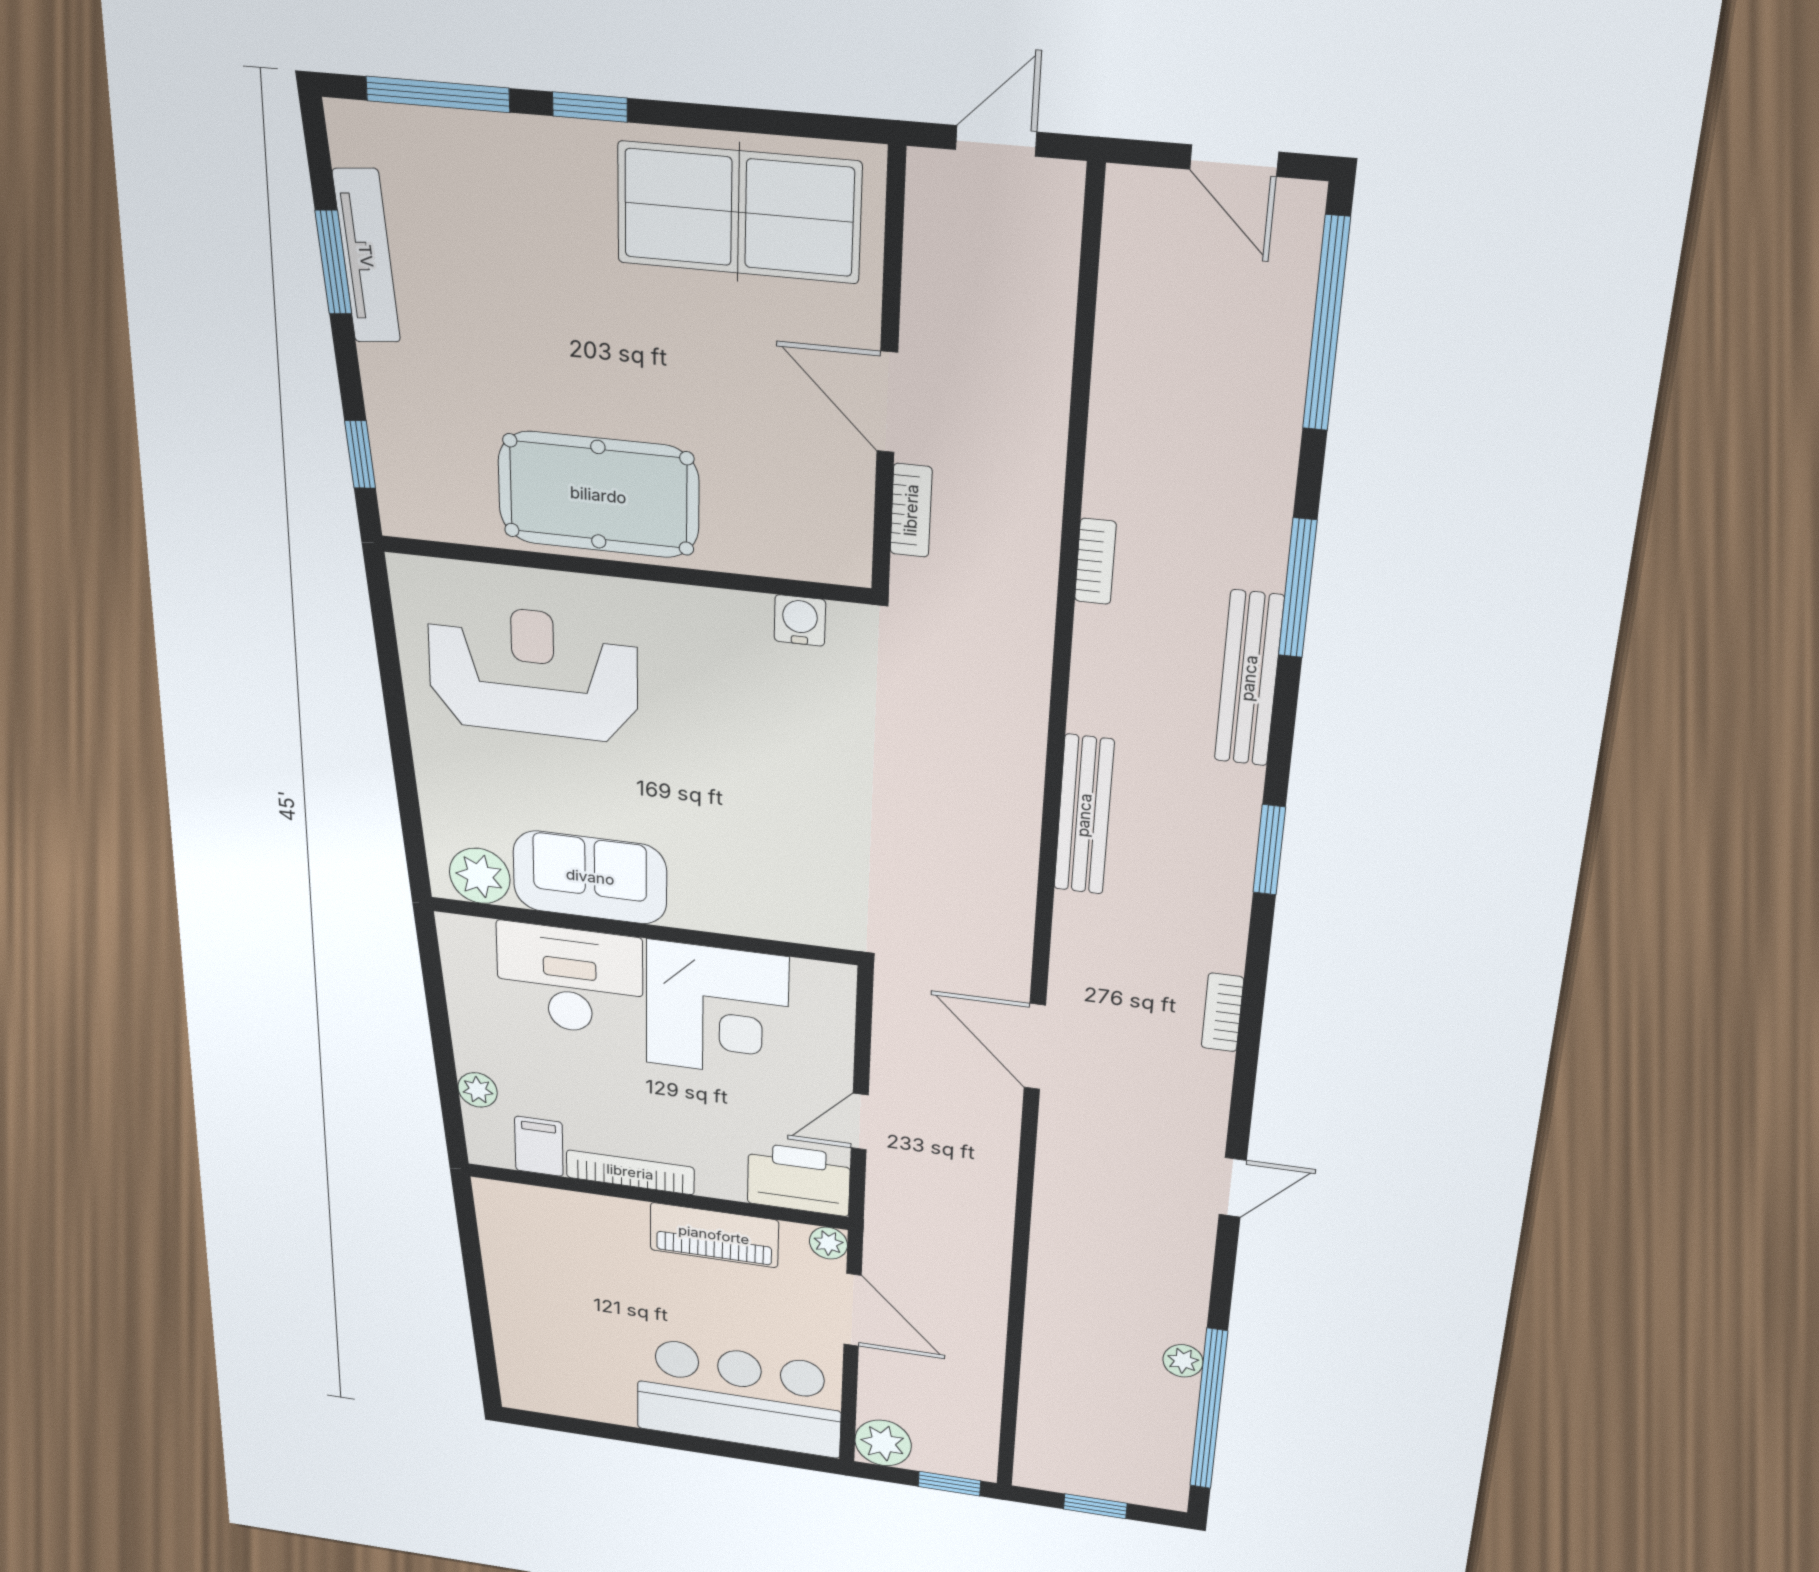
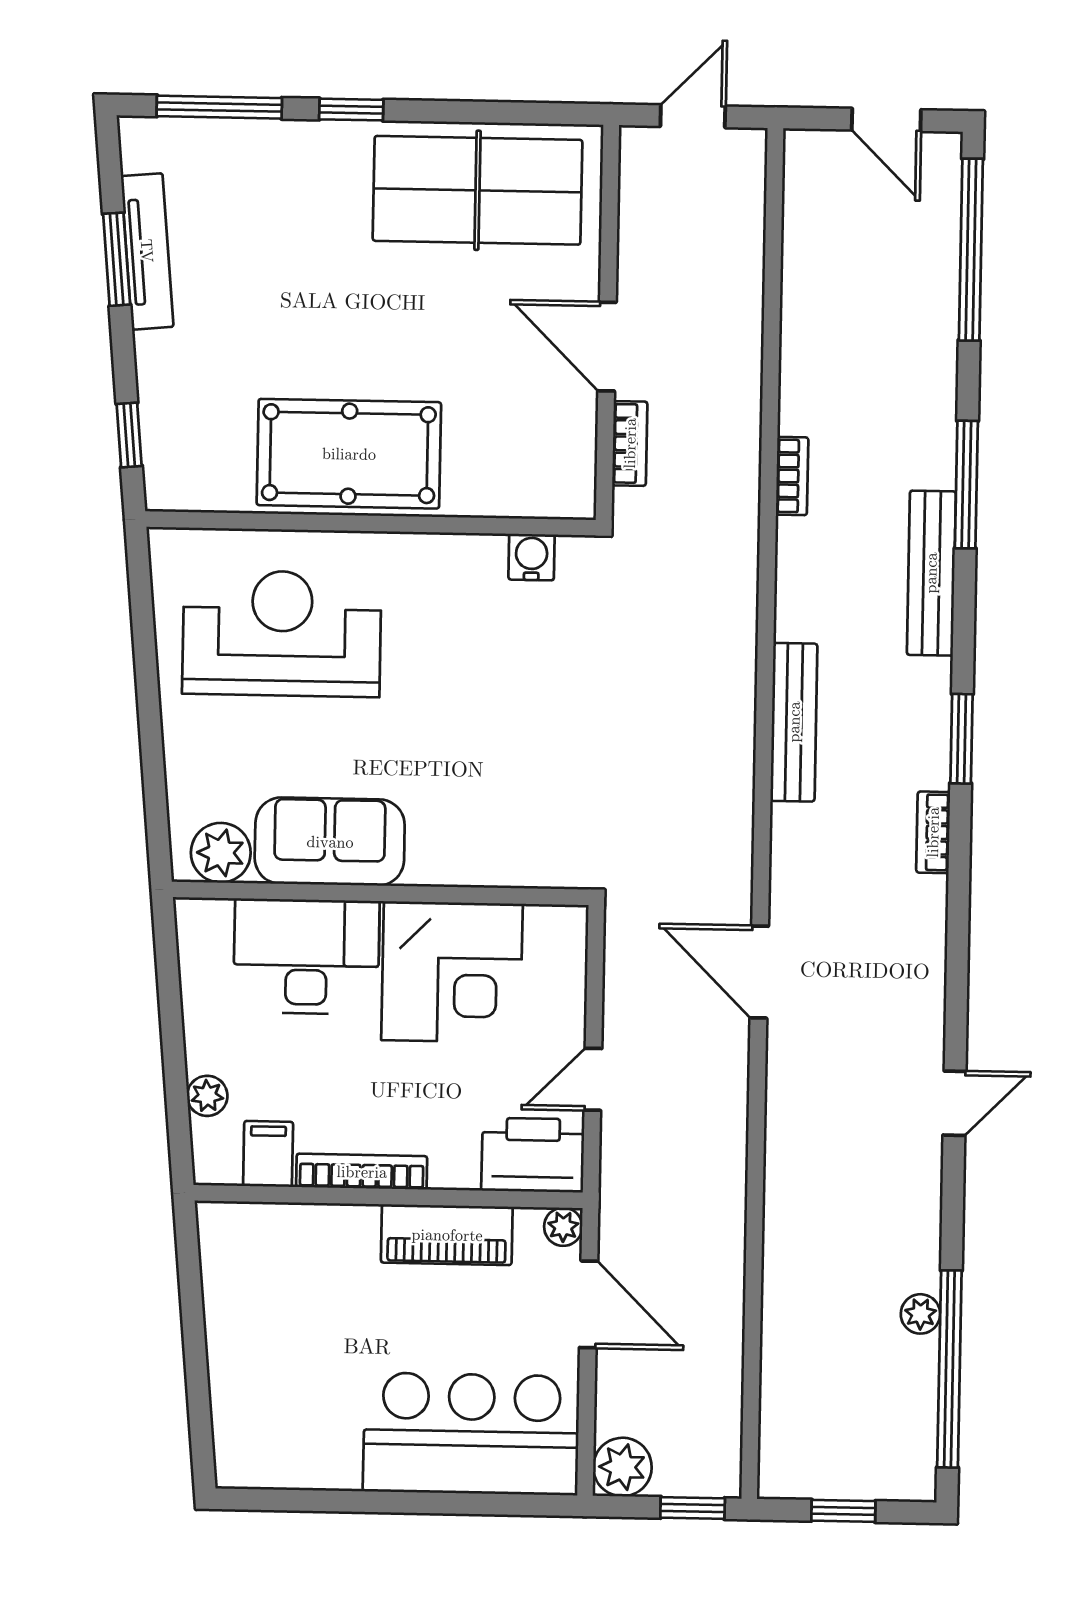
bookcase: (1222, 1012) -> (933, 832), moved

